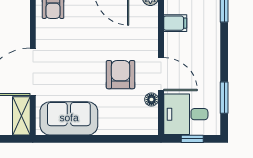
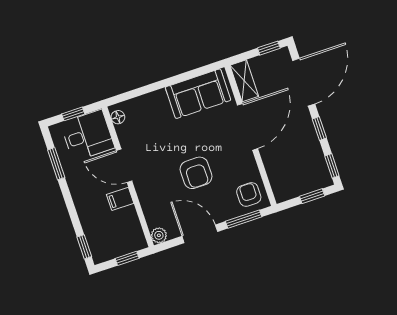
filing cabinet: (175, 23) -> (120, 199), moved
armchair: (121, 75) -> (196, 173), moved
floor lamp: (151, 100) -> (118, 117), moved

